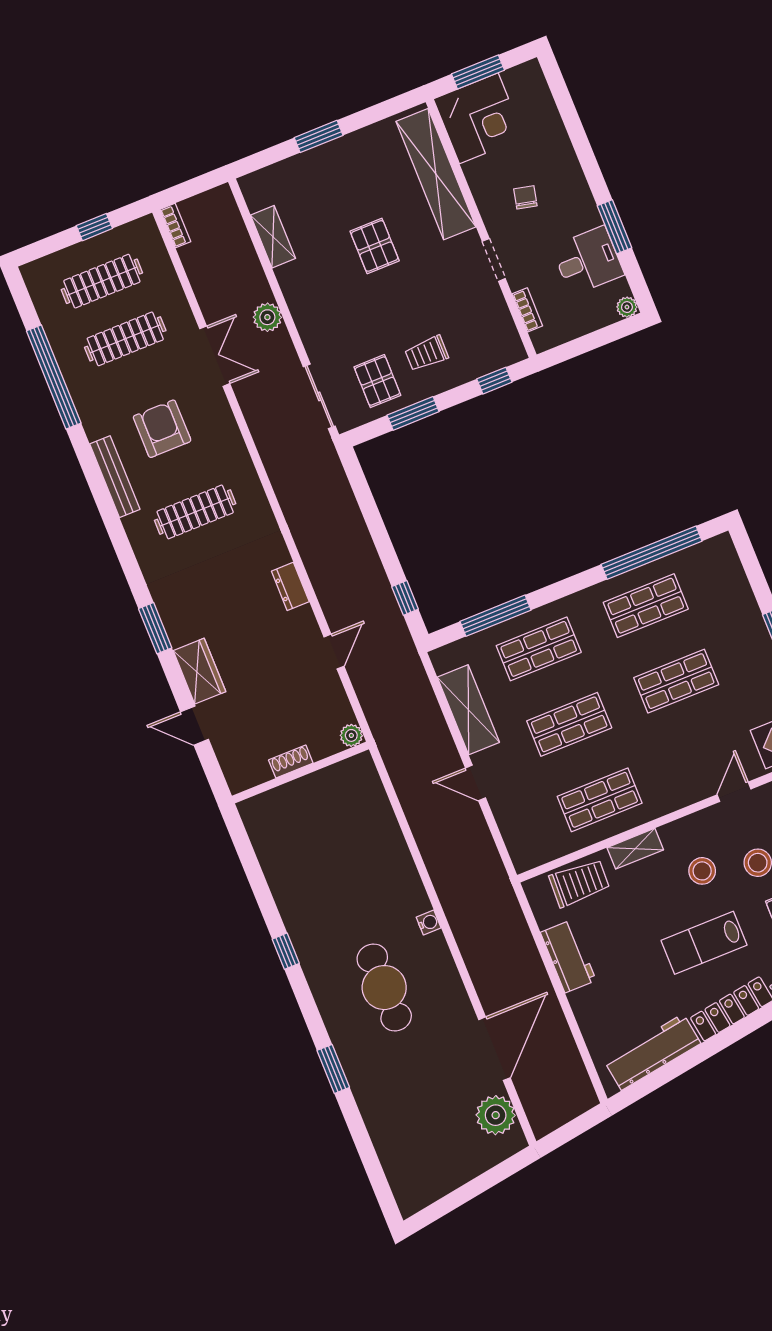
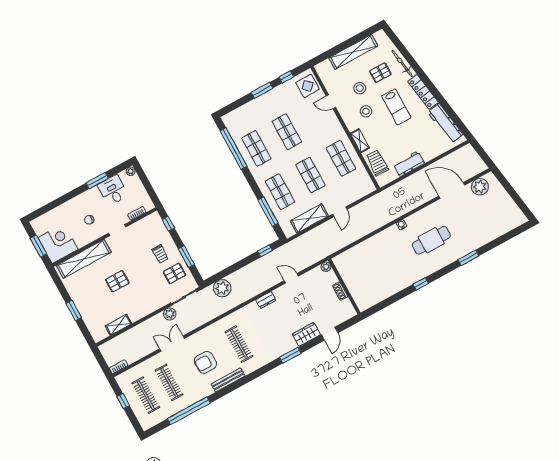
plant: (267, 317) -> (170, 314), moved
plant: (330, 488) -> (222, 288), added

